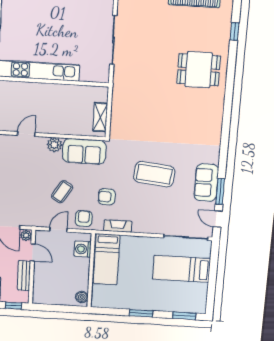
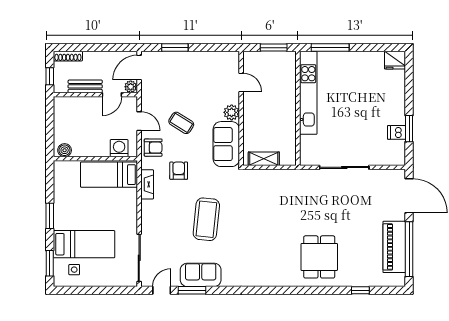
bed: (181, 269) -> (84, 244), moved, turned 90
side table: (192, 295) -> (74, 270), added

